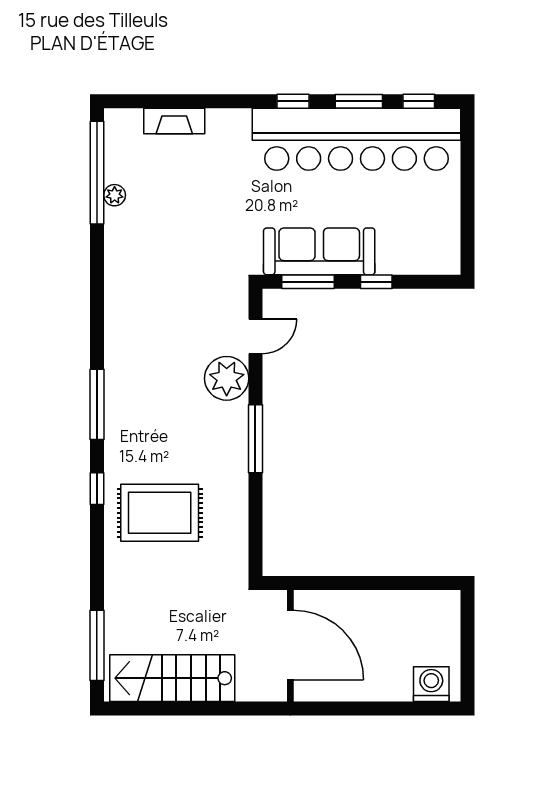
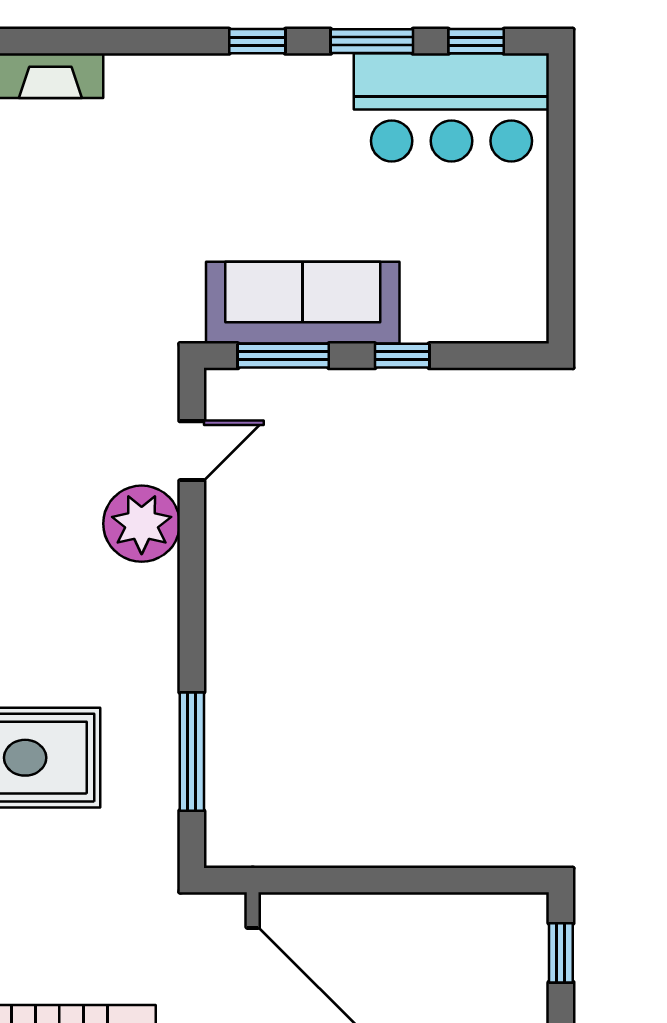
bar counter: (357, 139) -> (451, 107), width x0.54
window: (255, 439) -> (192, 752), moved
window: (467, 625) -> (561, 953), added

